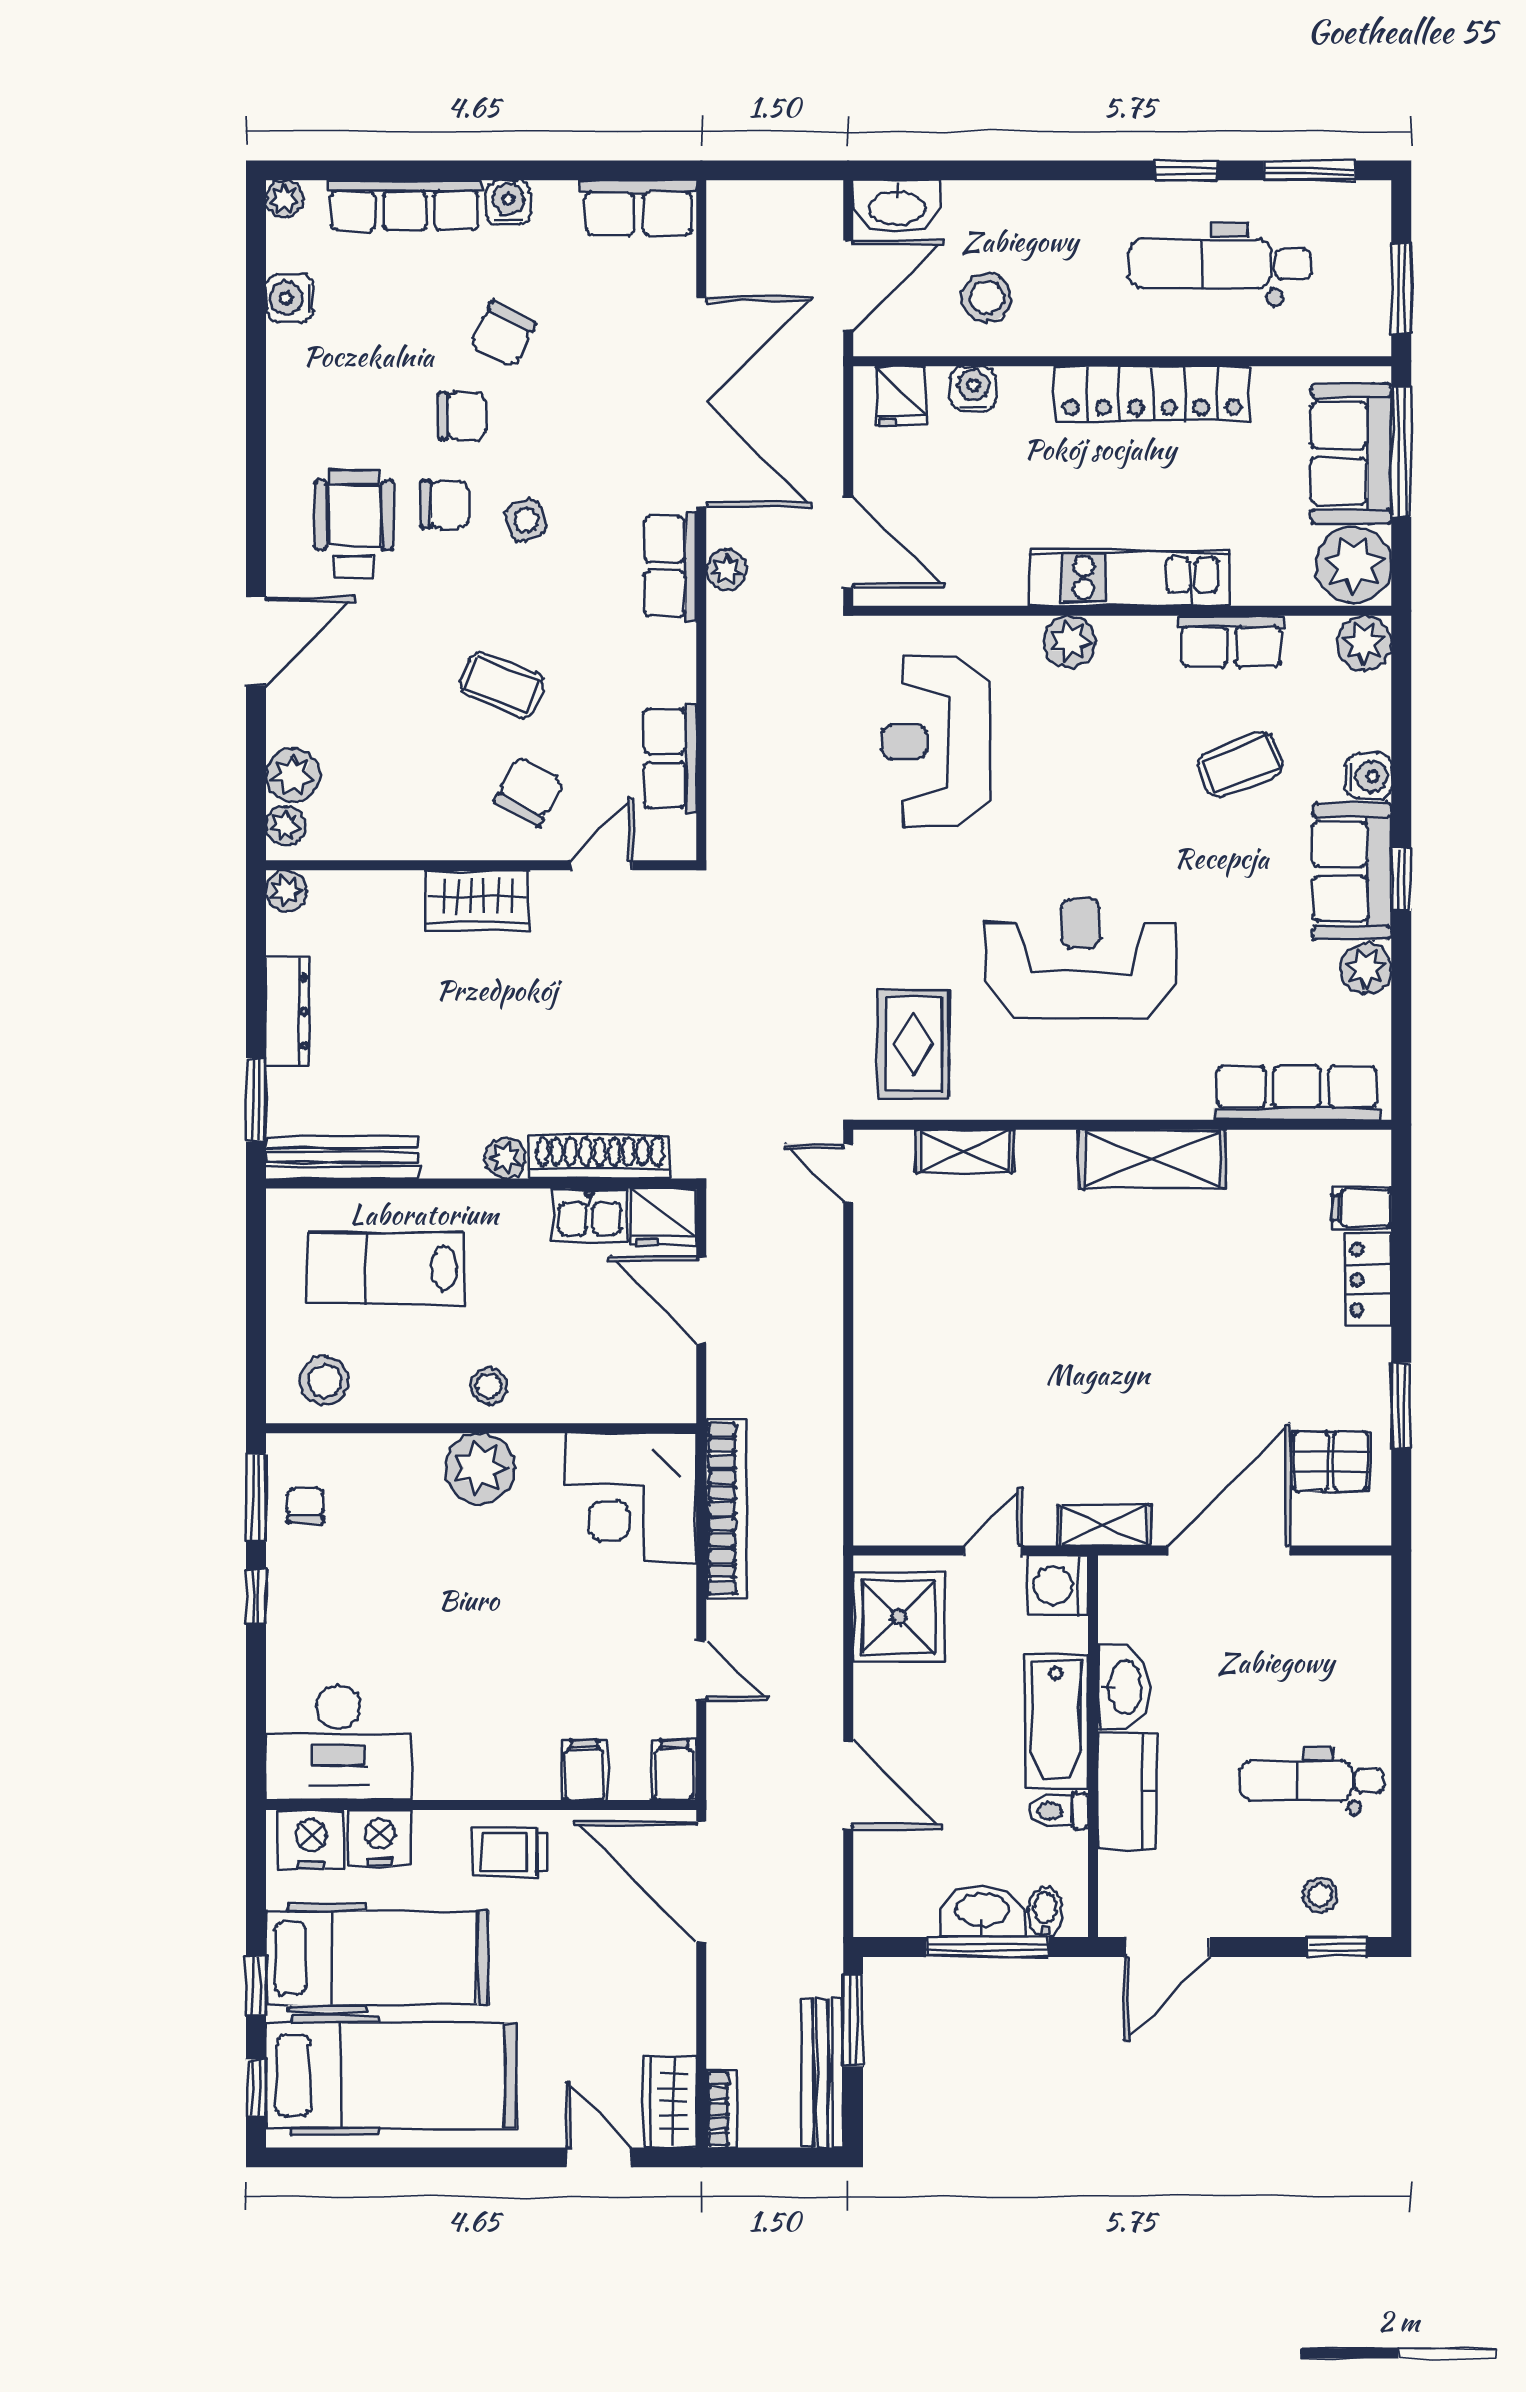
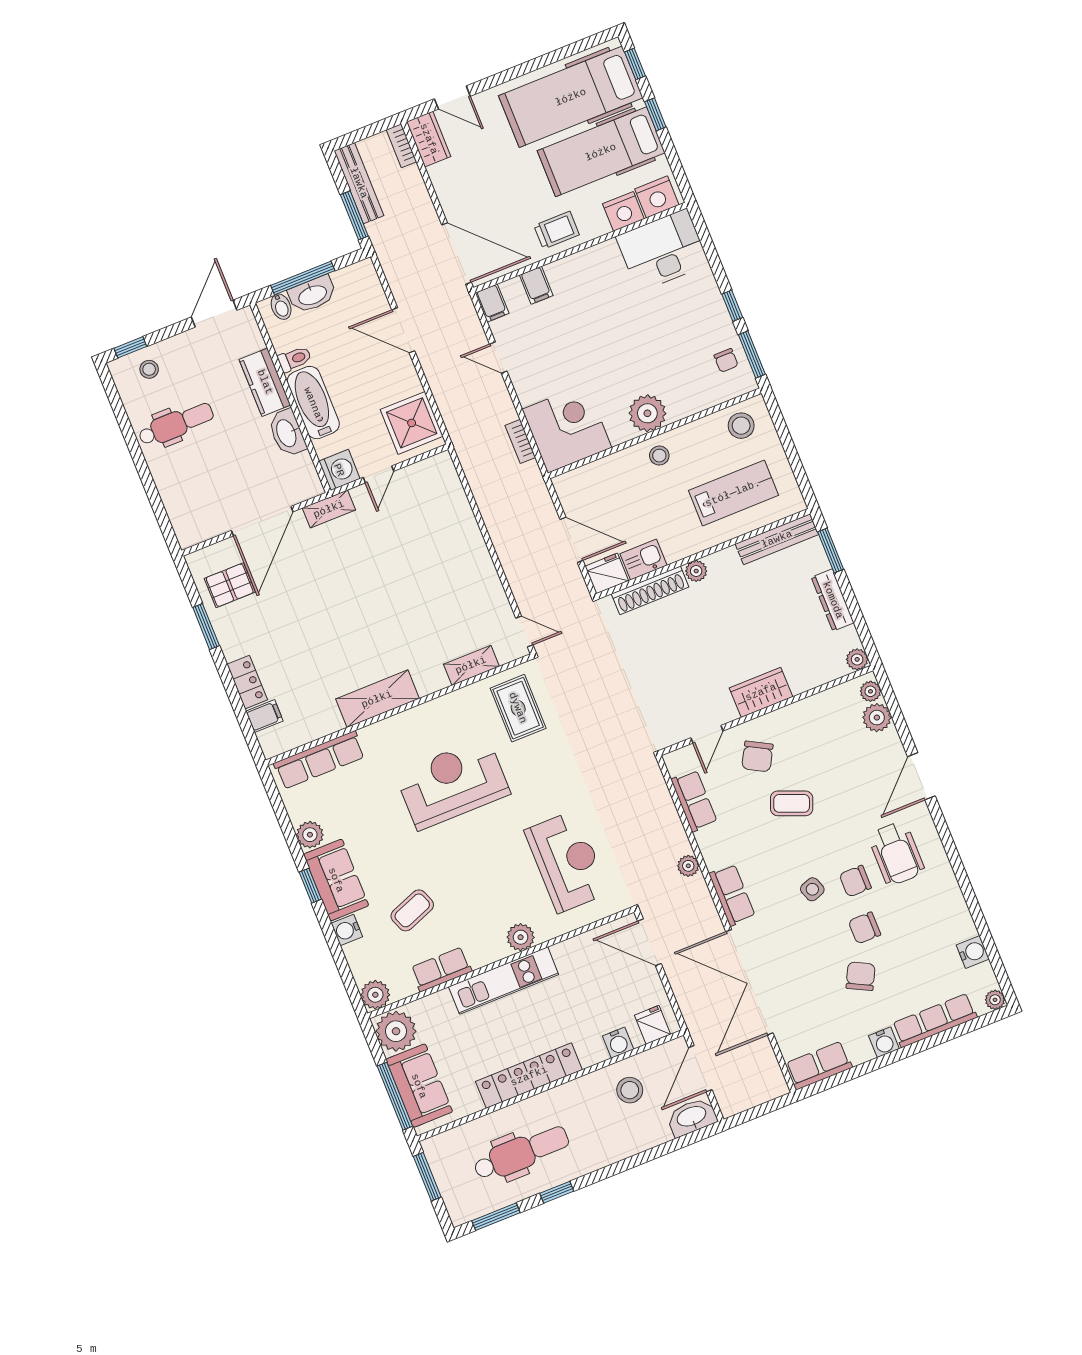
plant: (726, 570) -> (688, 866), moved
reception desk: (1080, 958) -> (453, 783), turned 180
bookcase: (727, 1508) -> (520, 441), width x0.43, depth x0.76

